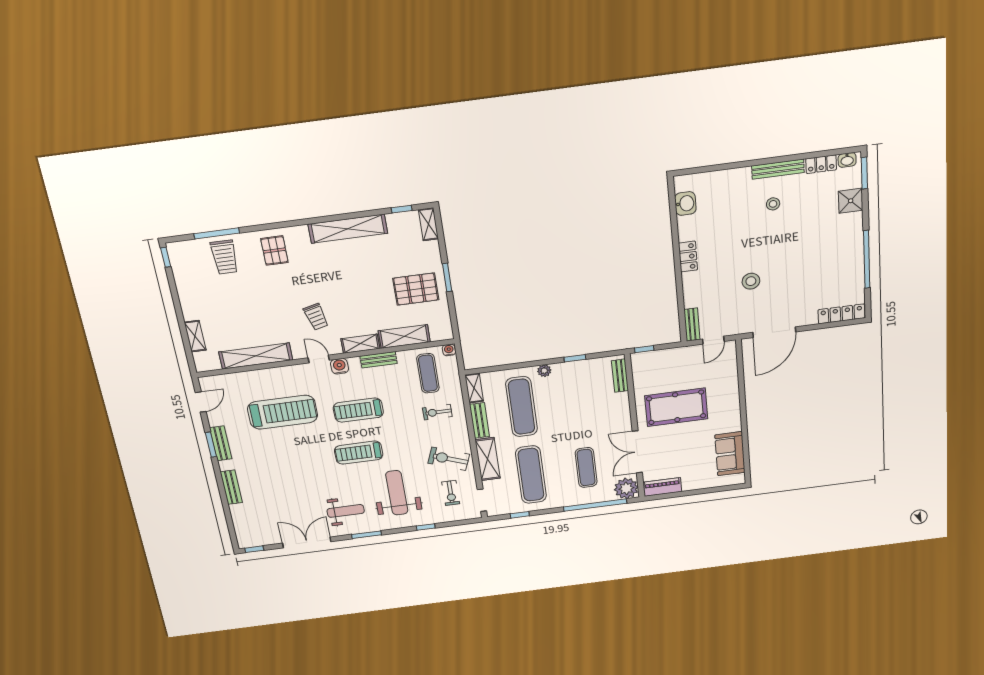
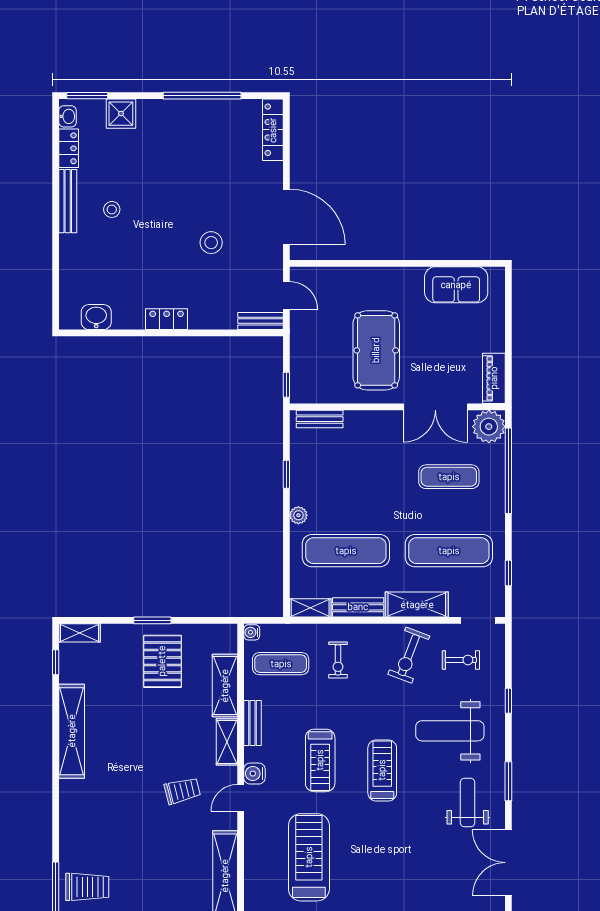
pallet: (274, 250) -> (87, 825), removed
treadmill: (359, 453) -> (382, 770), turned 180

